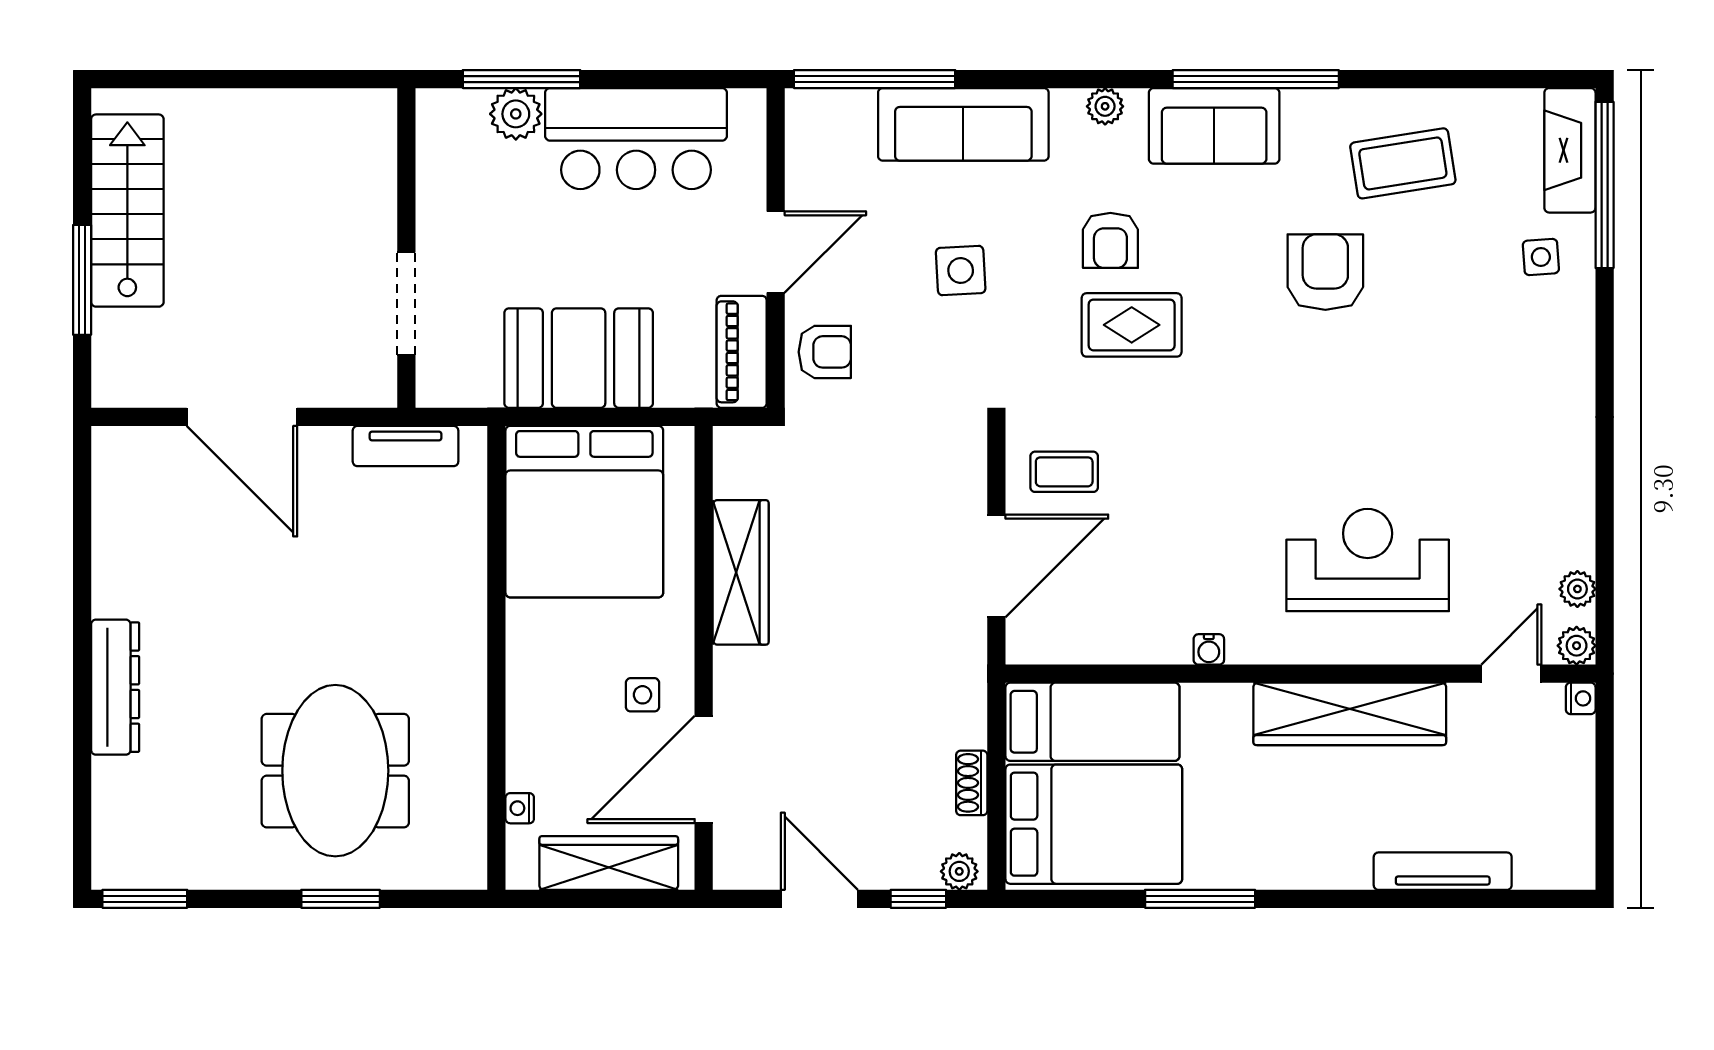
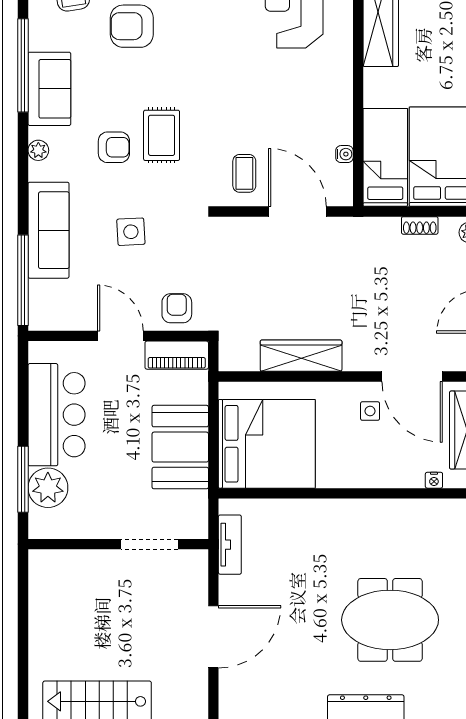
plant: (516, 114) -> (48, 488), width x1.36, depth x1.36
water cooler: (1209, 649) -> (344, 154), moved
meeting table: (335, 771) -> (390, 620), moved

